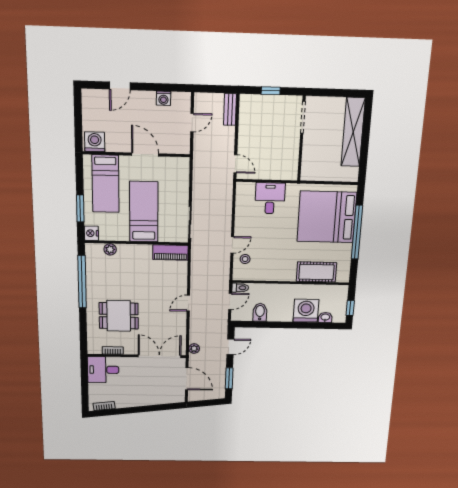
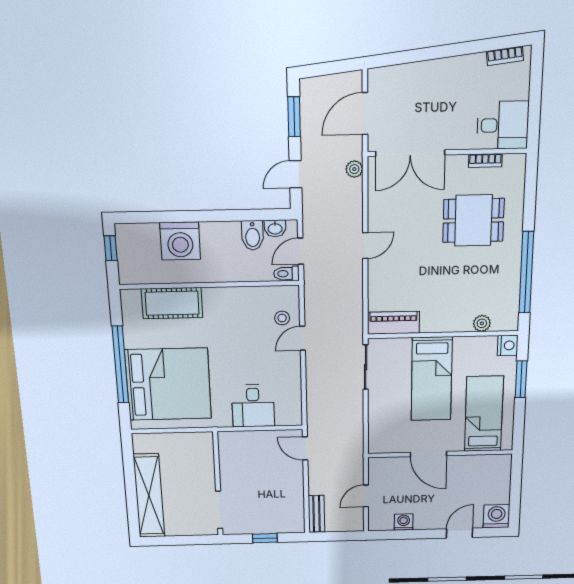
washing machine: (95, 142) -> (497, 516), moved, turned 180
washbasin: (325, 317) -> (275, 228), moved
door: (187, 379) -> (365, 114), hinge flipped

